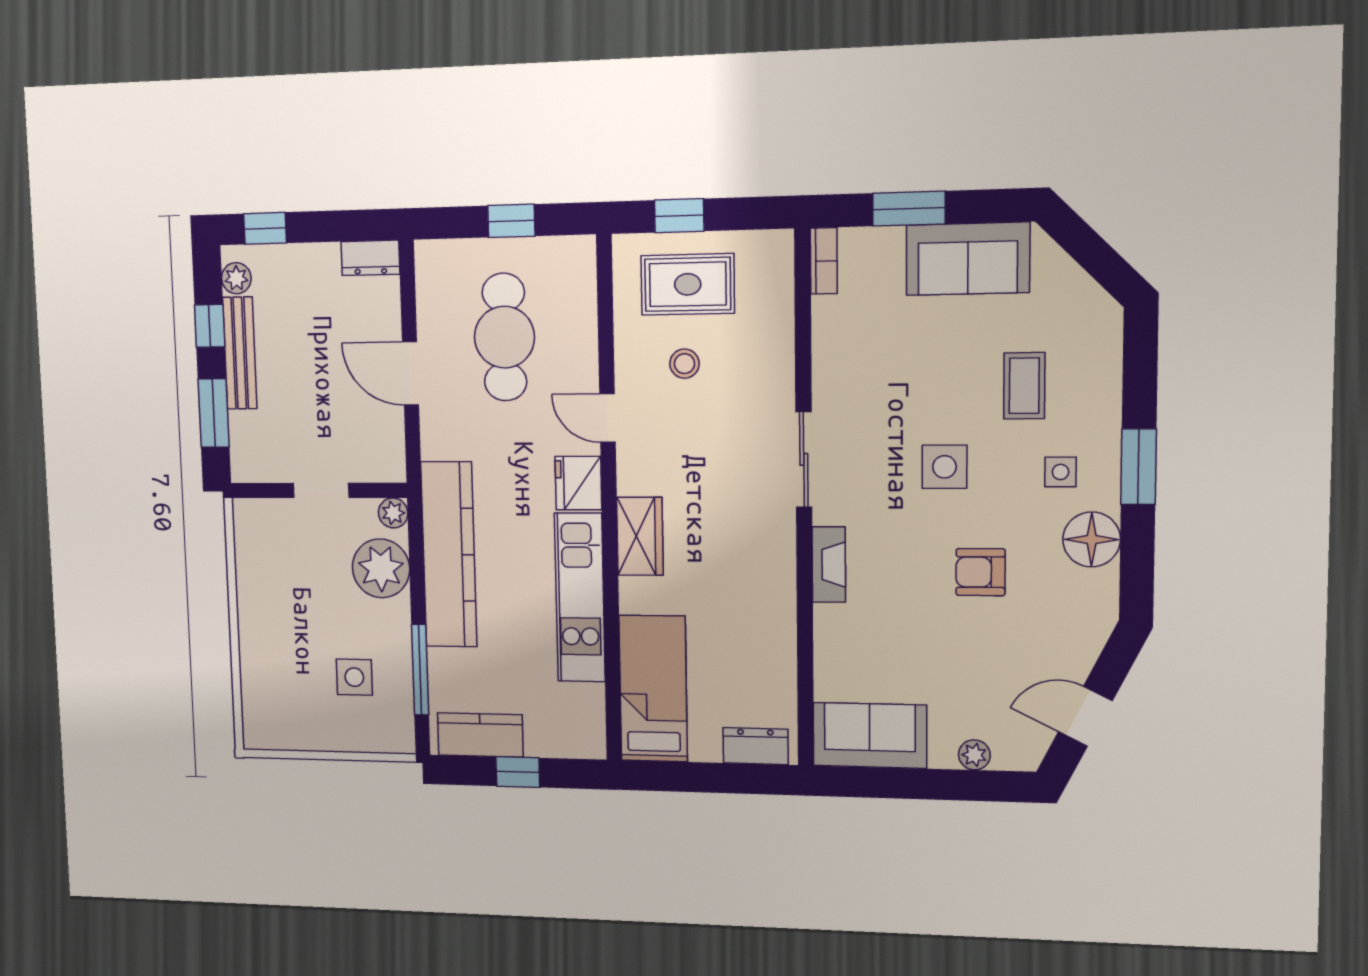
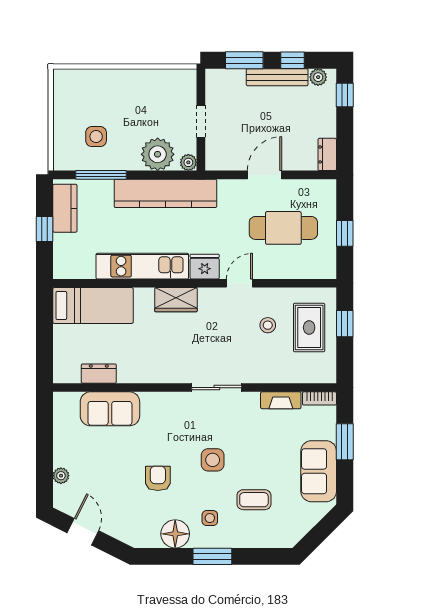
fireplace: (829, 565) -> (281, 400), moved
sofa: (870, 735) -> (110, 409), moved, turned 90
dresser: (756, 746) -> (99, 374), moved, turned -90

